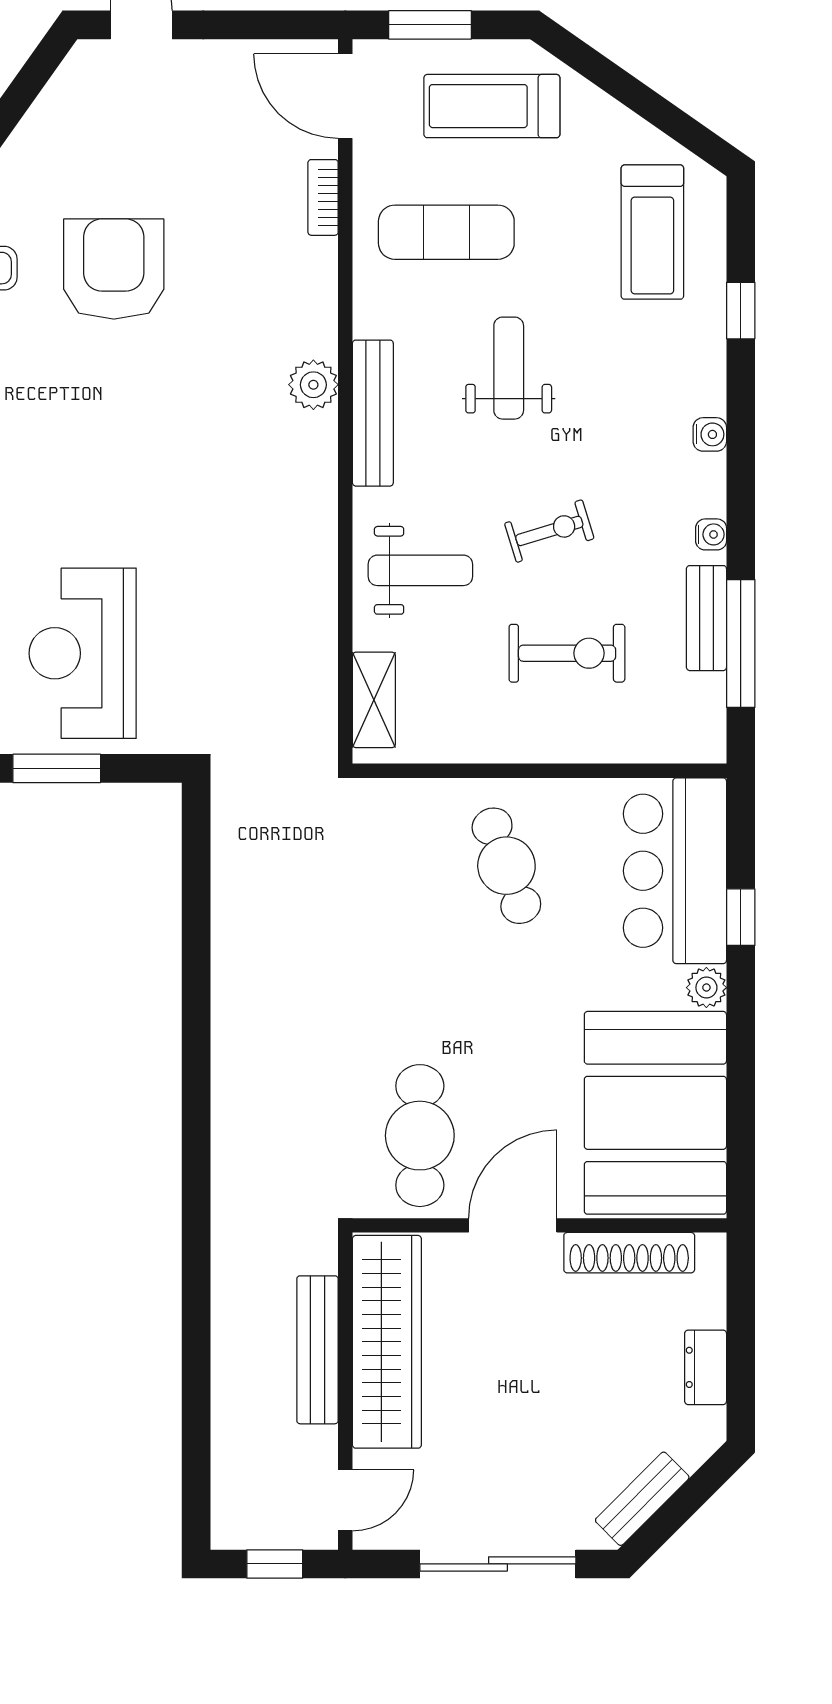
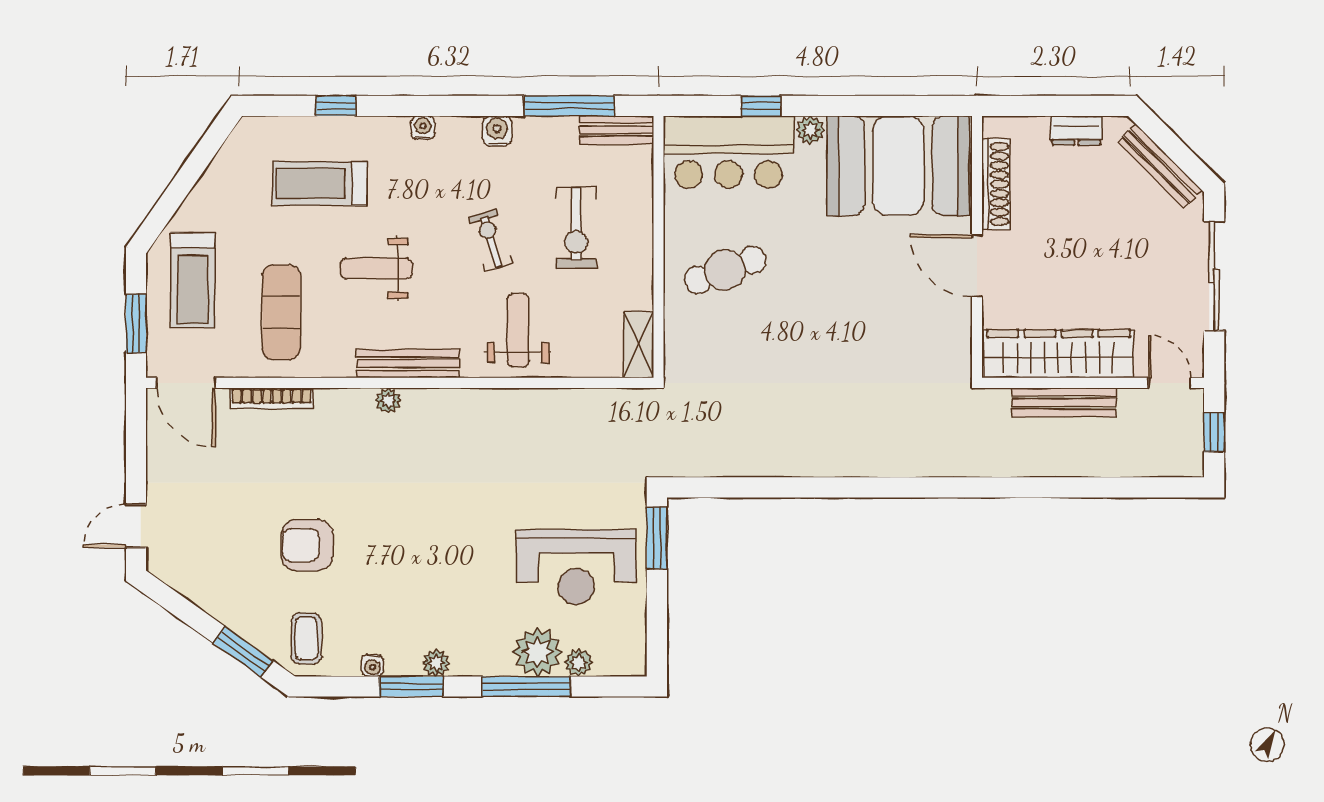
door: (345, 96) -> (186, 383), hinge flipped
bookcase: (323, 197) -> (272, 399), width x1.56
treadmill: (652, 232) -> (320, 183), moved, turned 180
armchair: (114, 269) -> (307, 545), width x0.73, depth x0.73
plant: (313, 385) -> (388, 401), width x0.73, depth x0.73
water cooler: (711, 534) -> (497, 131), width x1.38, depth x1.38
bench: (706, 618) -> (617, 130), moved
exercise bike: (567, 653) -> (576, 228), turned 180
shelving: (374, 700) -> (638, 345), moved, turned 90
window: (57, 768) -> (657, 538), moved
cafe table: (420, 1136) -> (914, 331), removed
bench: (642, 1499) -> (1160, 166), width x1.36

